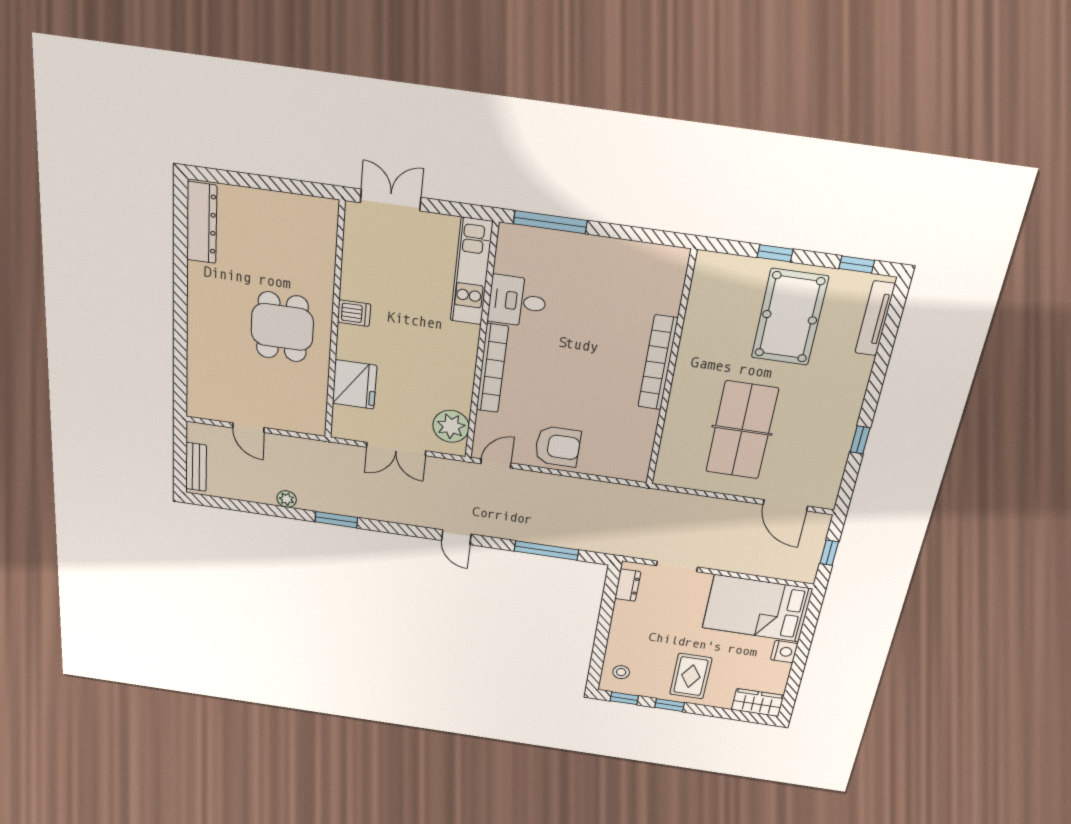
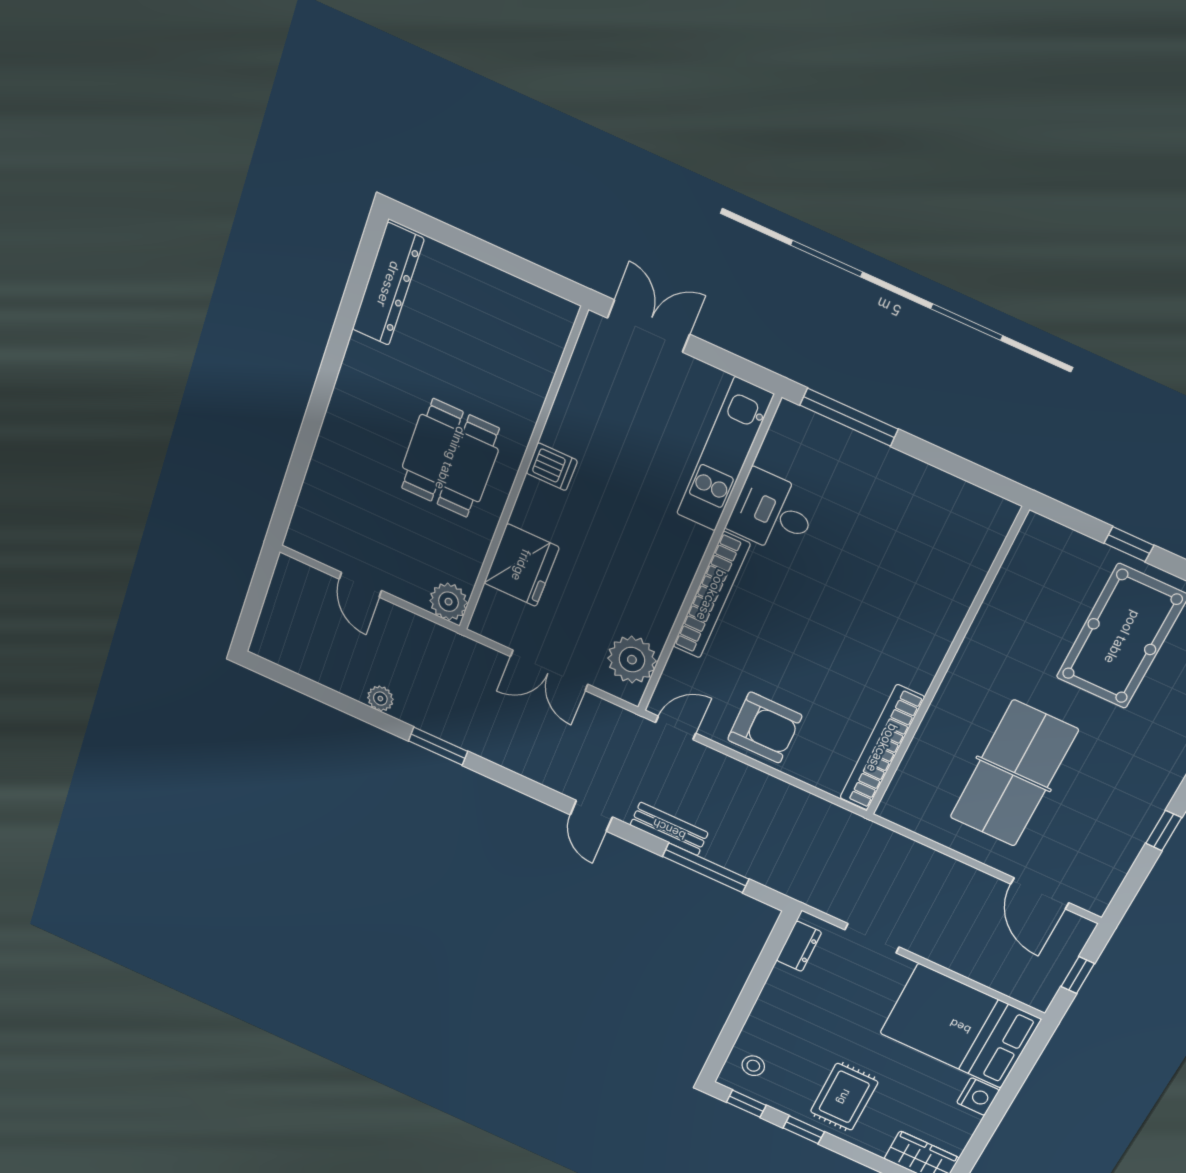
bookcase: (658, 363) -> (882, 748), moved
plant: (312, 422) -> (449, 602), added
bench: (196, 467) -> (669, 829), moved, turned 90

